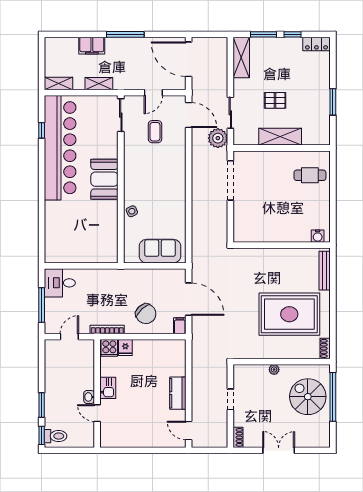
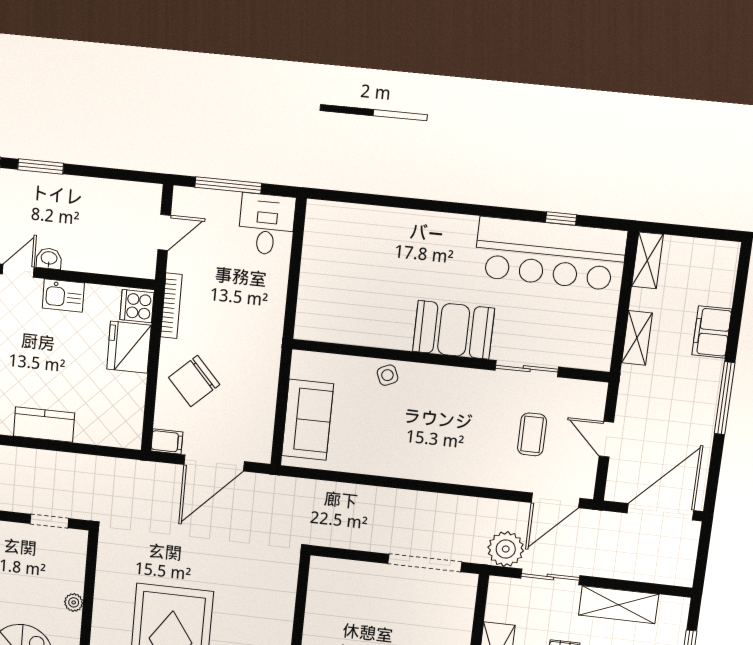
shelving: (241, 57) -> (619, 605), moved
sliding door: (121, 115) -> (527, 369), moved
coffee table: (155, 132) -> (532, 434), turned 90
bar counter: (60, 148) -> (550, 254), width x0.73
door: (69, 337) -> (164, 232), hinge flipped
fridge: (125, 348) -> (129, 347), width x1.88, depth x1.34
doorway: (230, 399) -> (49, 521), moved

